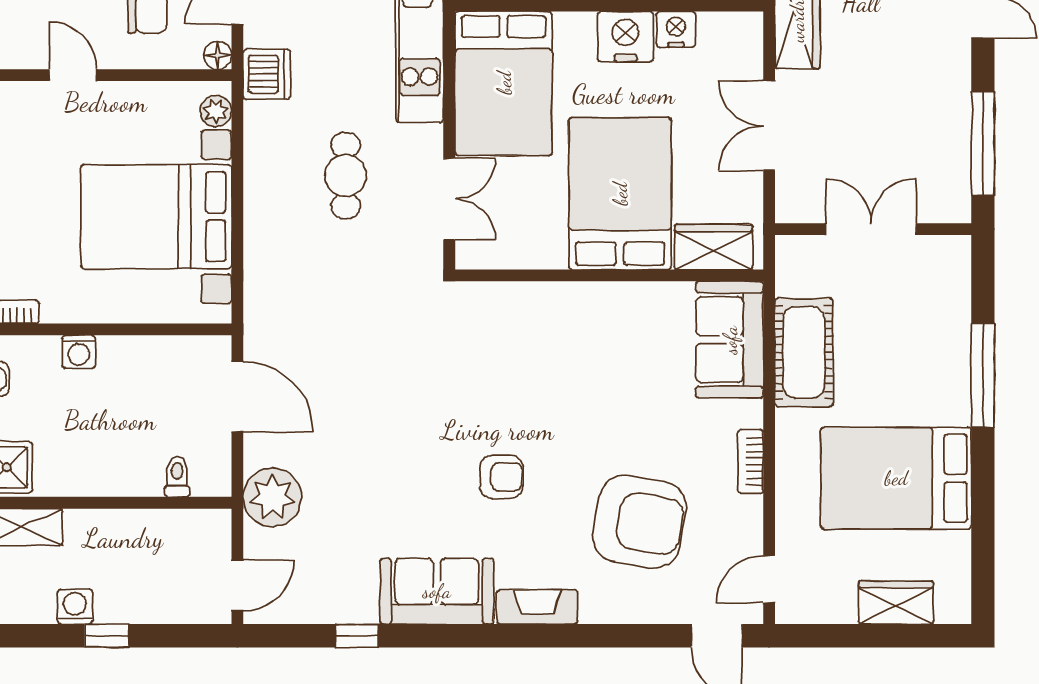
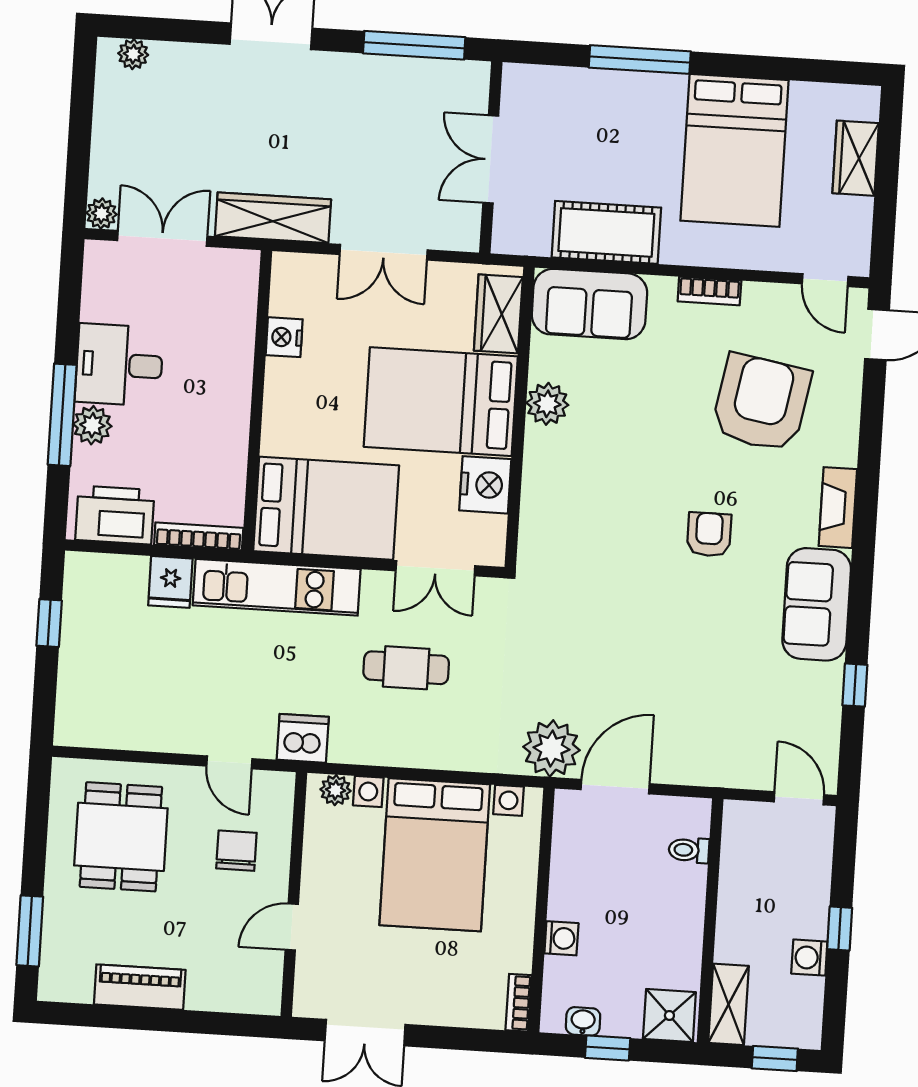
nightstand: (625, 37) -> (485, 485), moved, turned 180
floor lamp: (218, 55) -> (281, 785), removed
double door: (449, 199) -> (435, 568), swing flipped
plant: (625, 303) -> (547, 404), added
plant: (272, 497) -> (551, 748), moved

